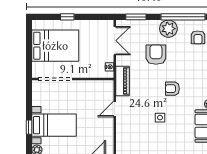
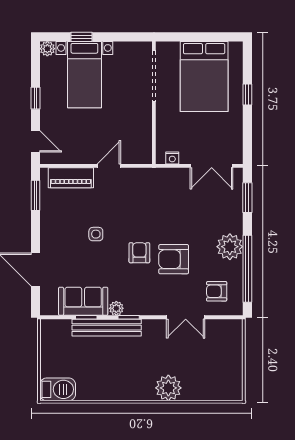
armchair: (156, 55) -> (174, 259), moved, turned 180
piano: (123, 81) -> (71, 178), moved
door: (115, 109) -> (109, 166), hinge flipped

